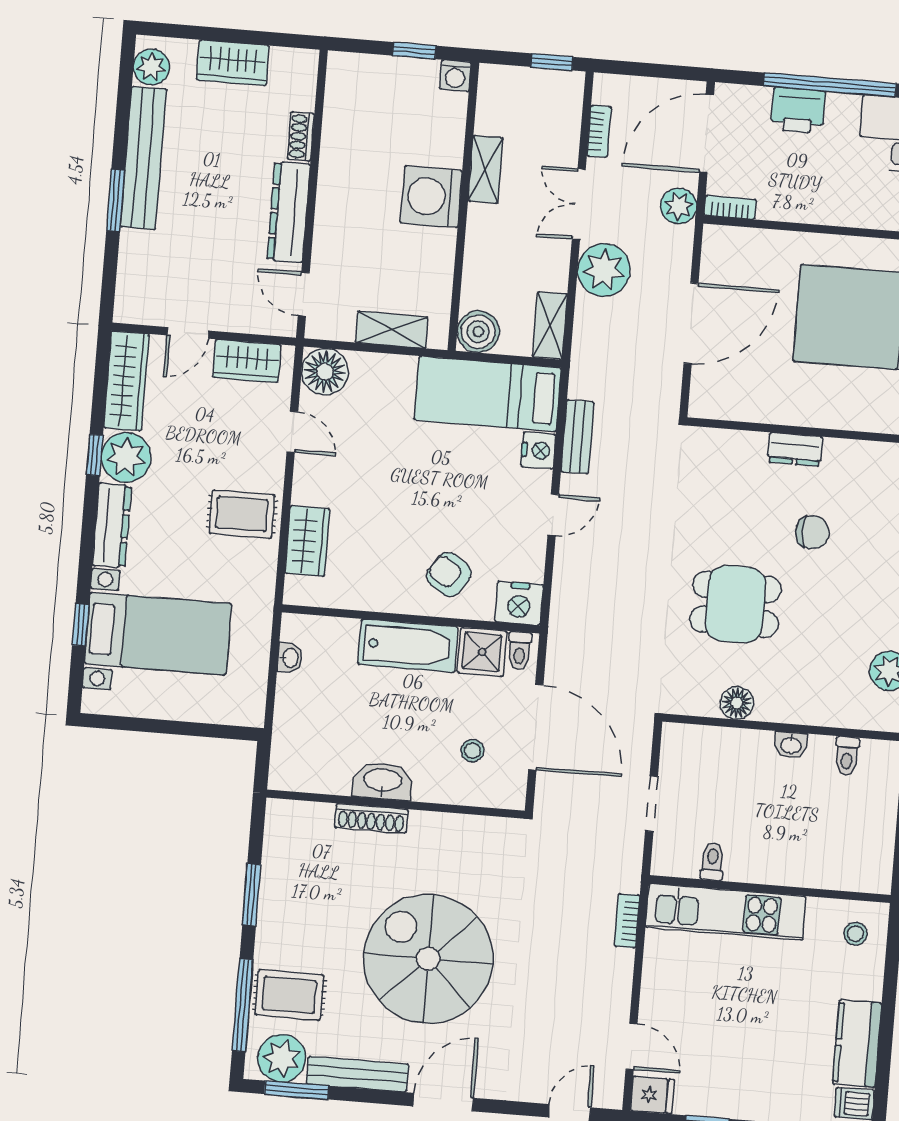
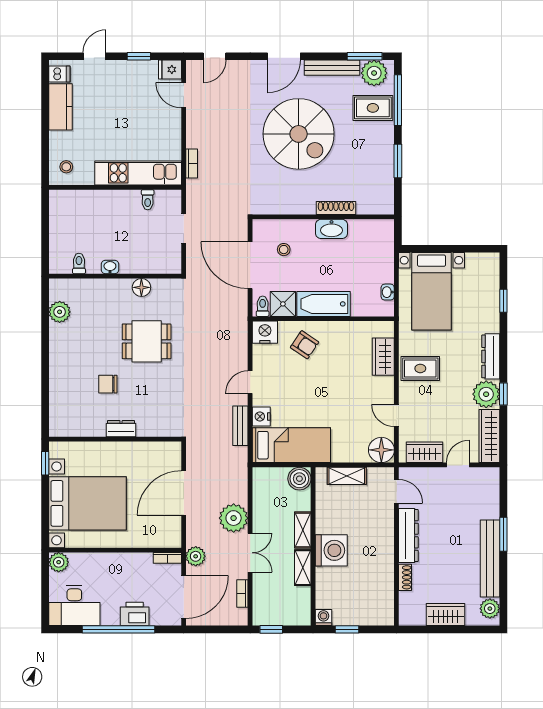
shelving: (550, 326) -> (303, 530), moved
bed with nightstands: (158, 634) -> (431, 291), moved, turned -90

